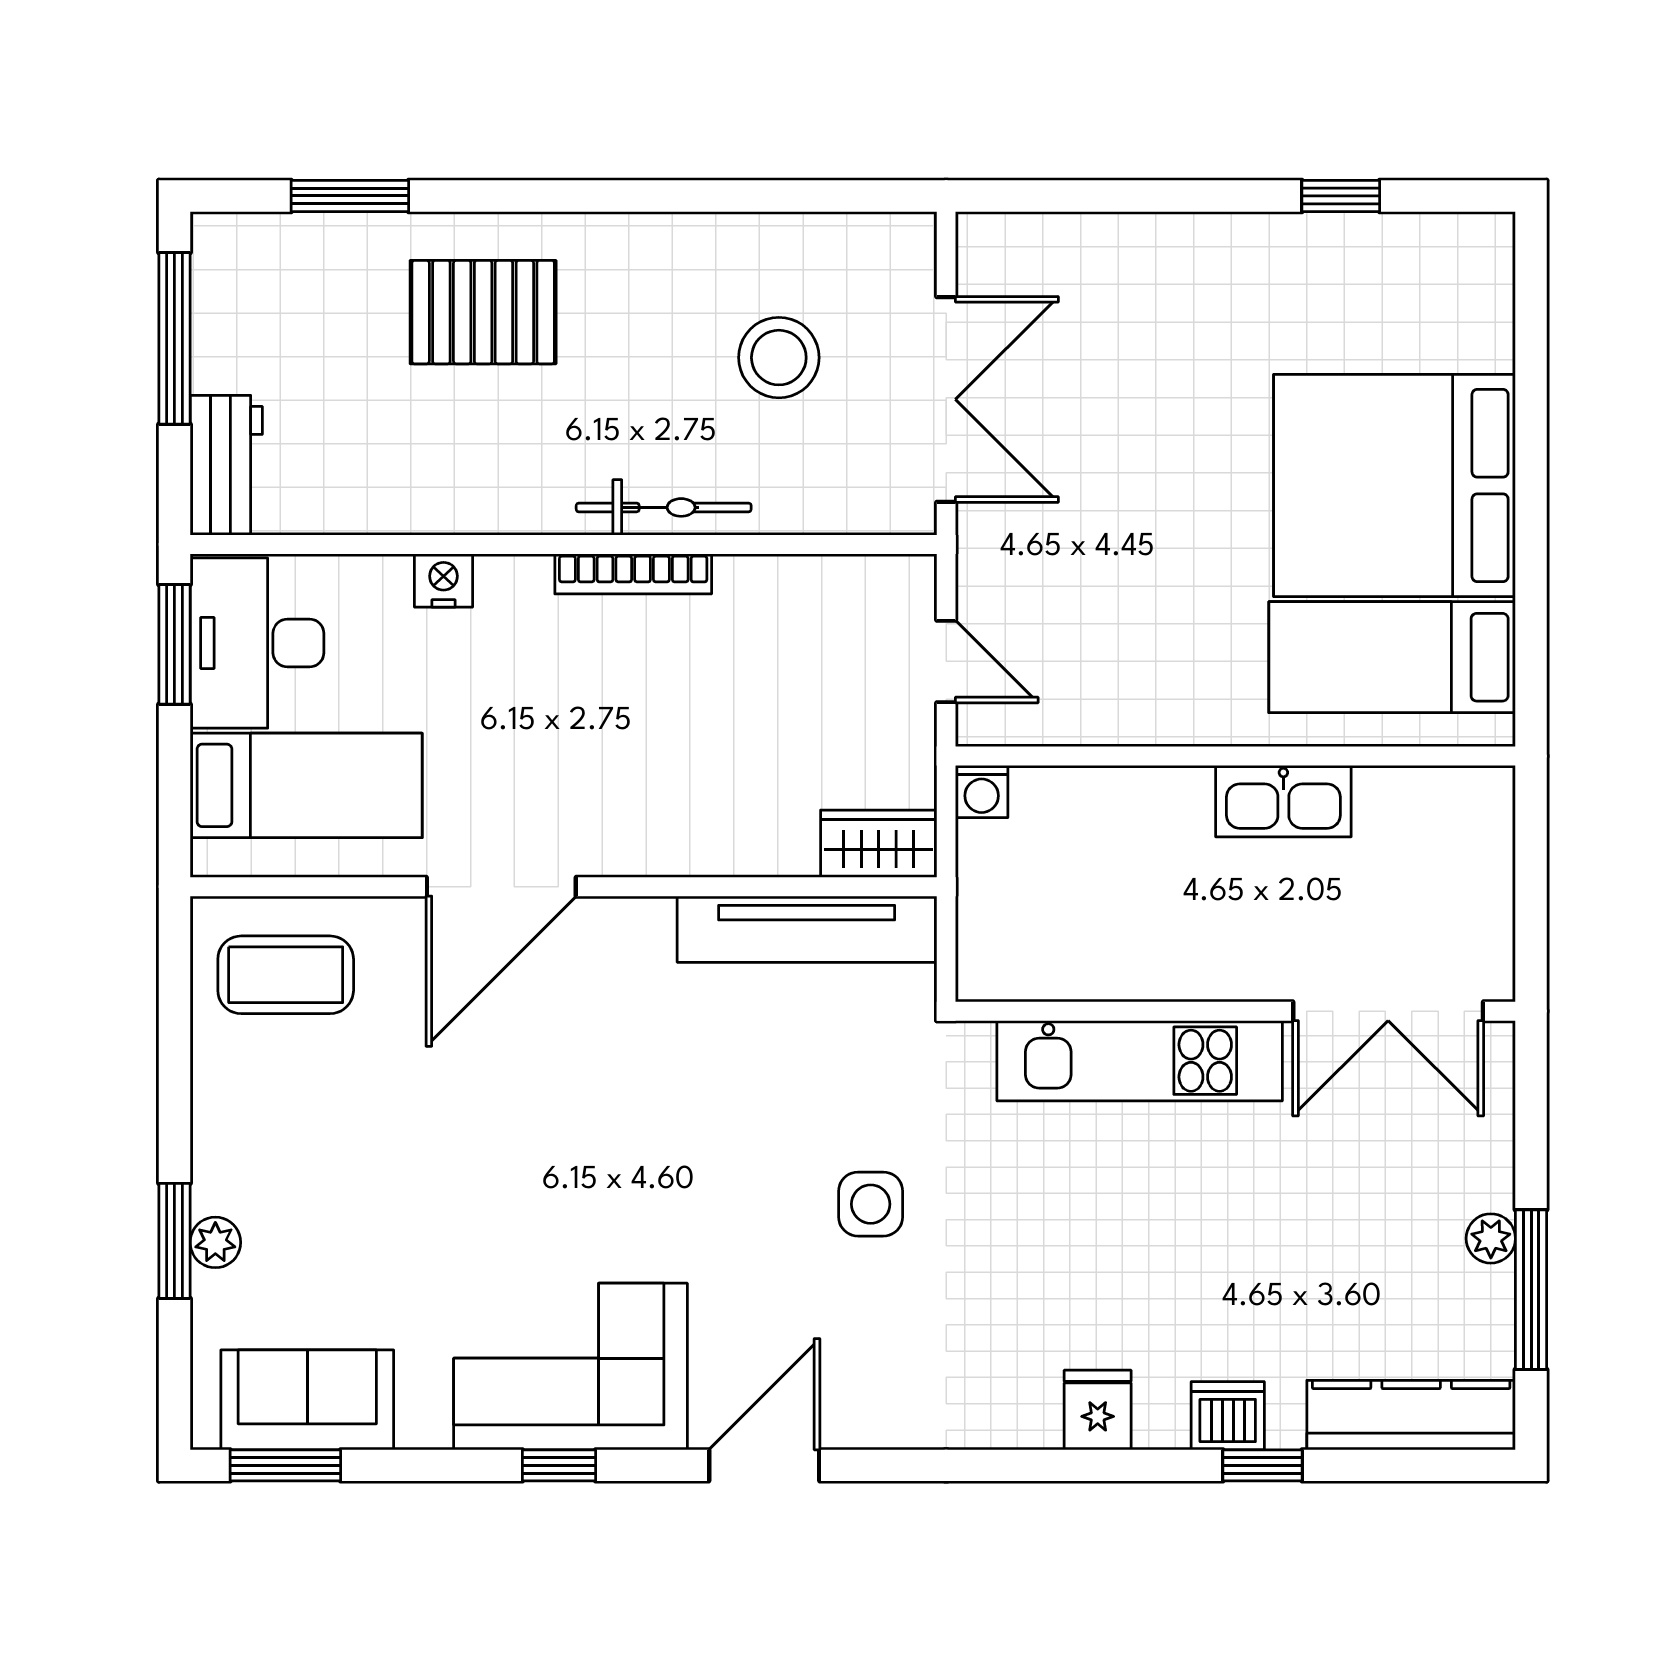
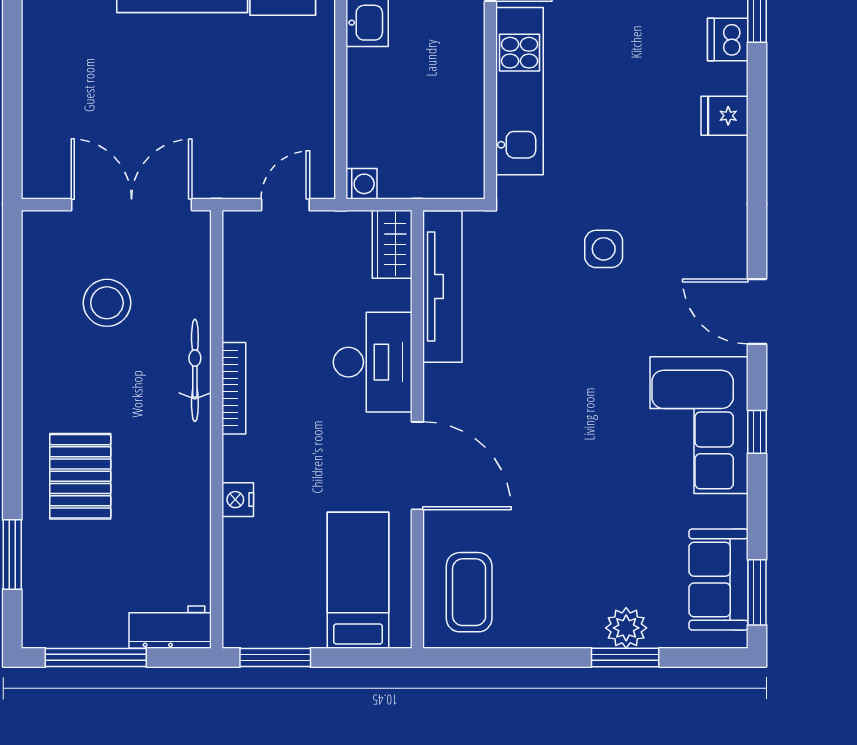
desk: (257, 643) -> (373, 362), moved, turned -90
plant: (215, 1242) -> (626, 628), width x1.38, depth x1.38

